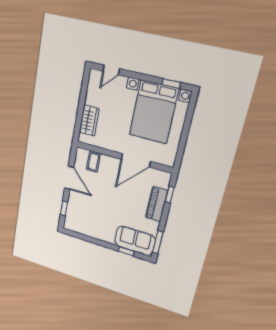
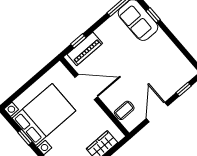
window: (171, 83) -> (25, 137), moved
piano: (157, 204) -> (85, 49), moved

